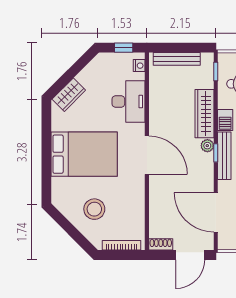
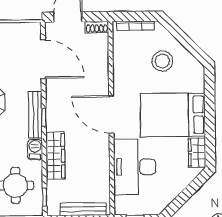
nightstand: (139, 66) -> (120, 202), removed
wardrobe: (69, 95) -> (197, 152), moved, turned -45
desk: (129, 102) -> (135, 167), width x1.36, depth x1.30
plant: (207, 146) -> (52, 124), removed

